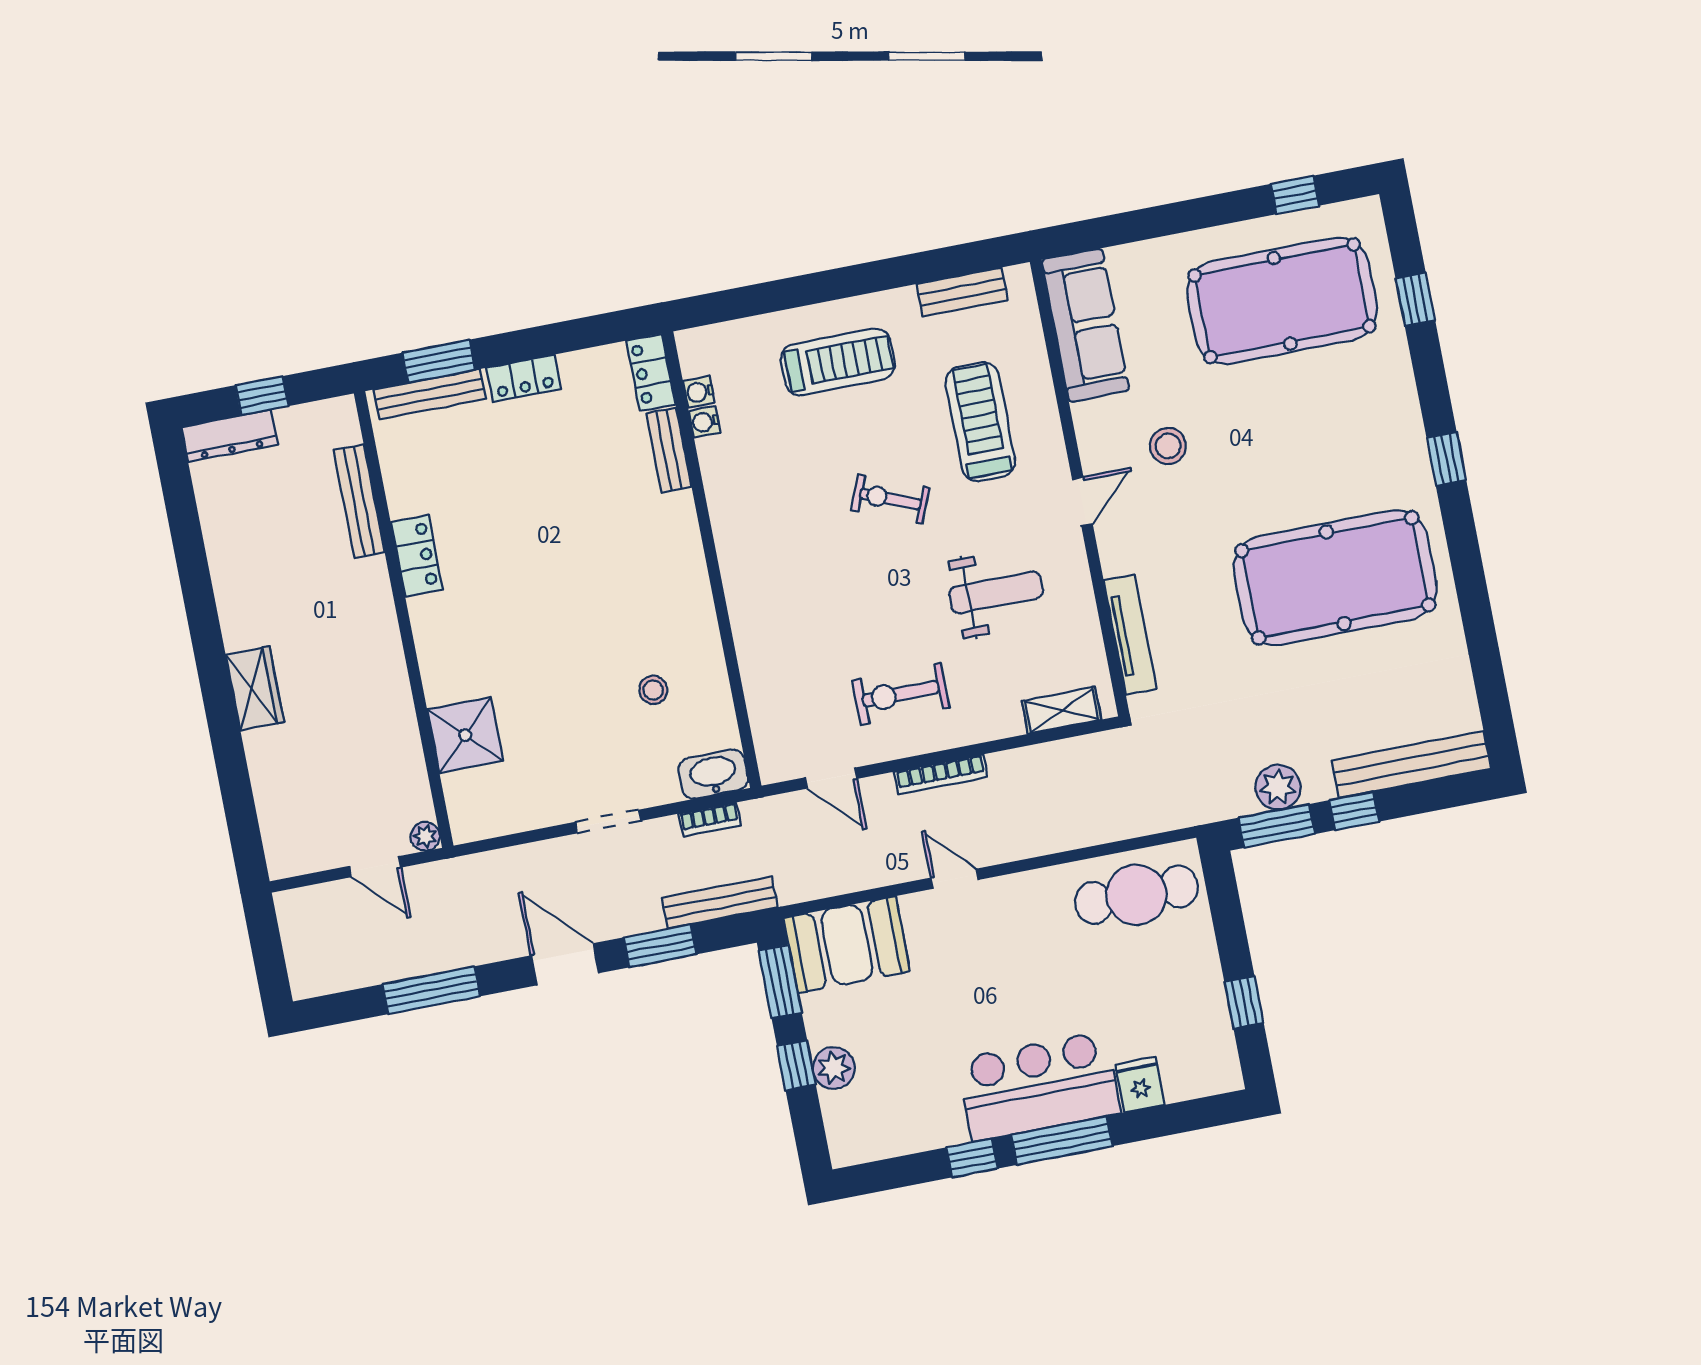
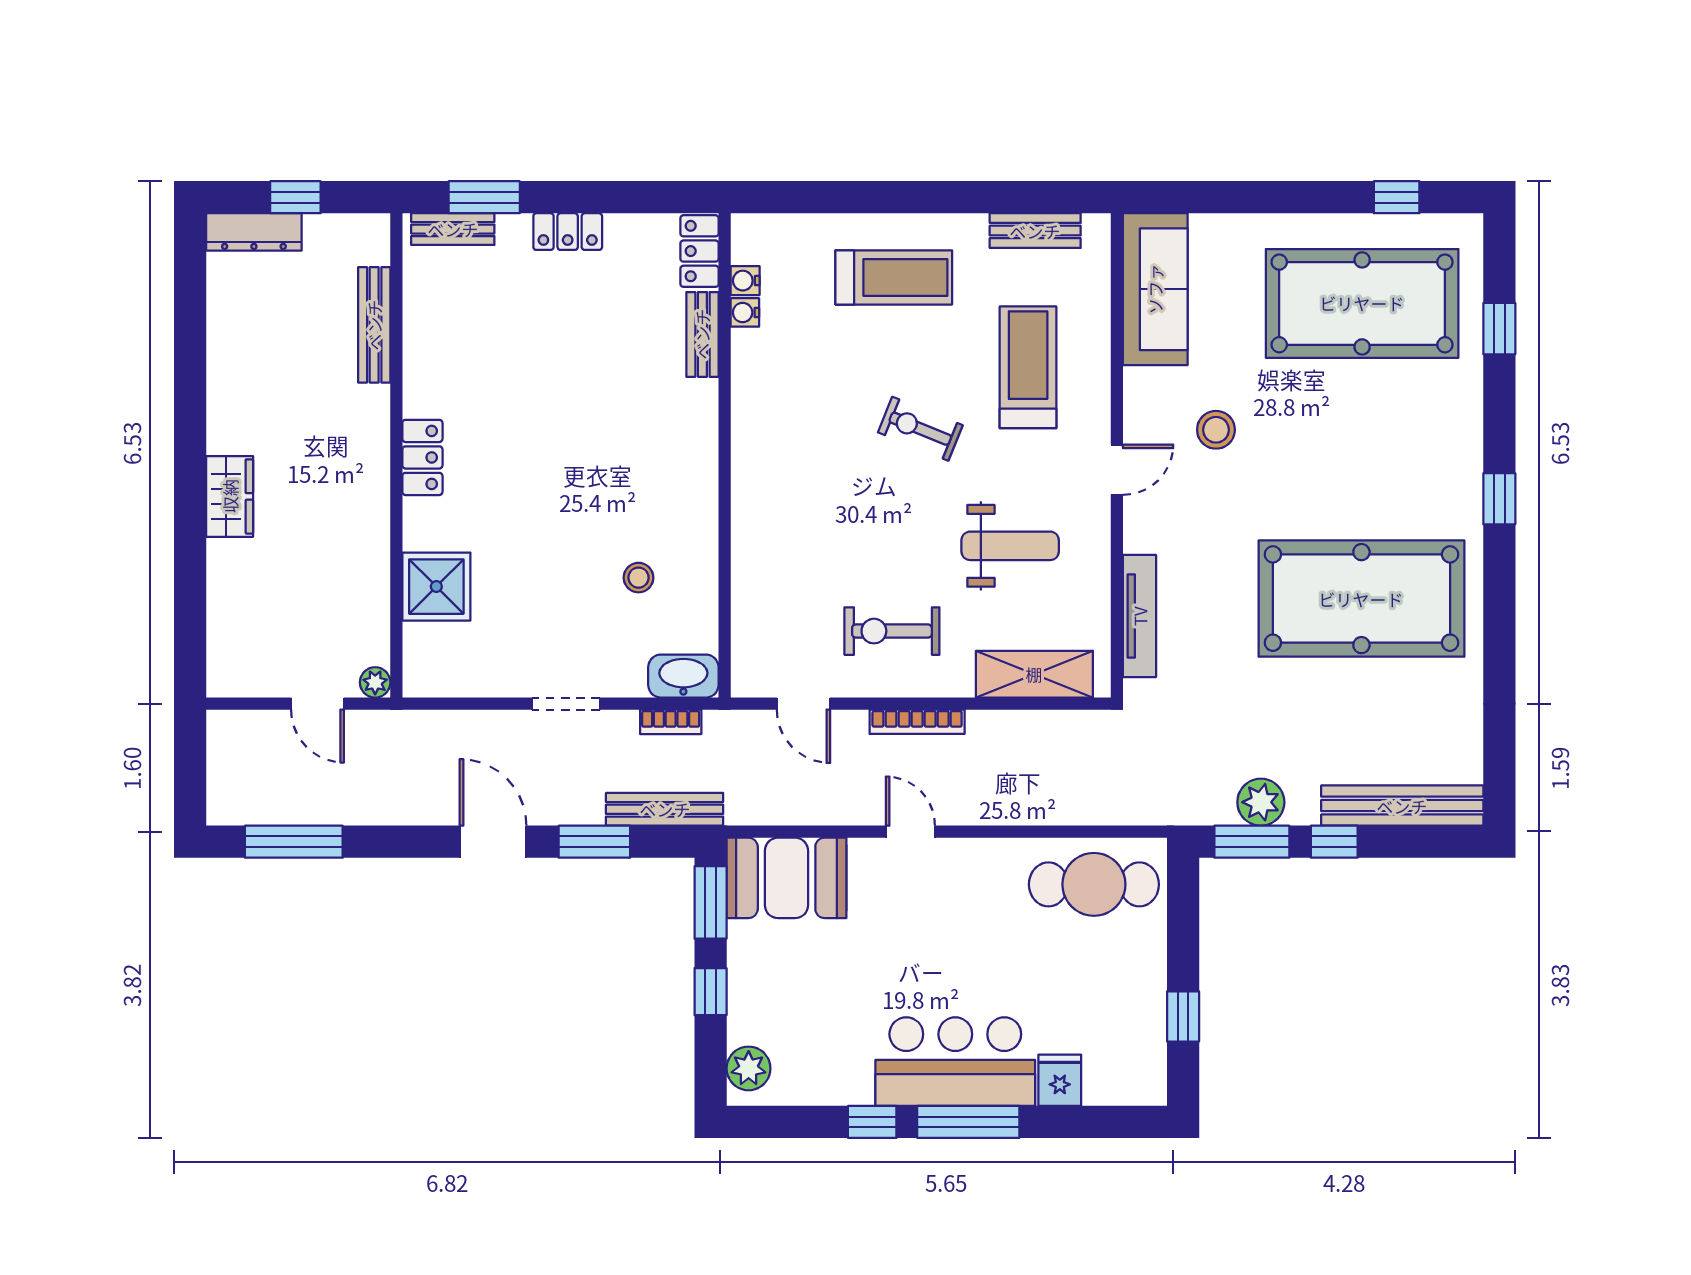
bench: (430, 394) -> (453, 229), width x0.73
locker: (417, 556) -> (422, 457), moved
shelving: (1062, 710) -> (1034, 674), width x1.50, depth x1.33
window: (431, 990) -> (294, 842), moved
plant: (834, 1068) -> (749, 1068), moved

